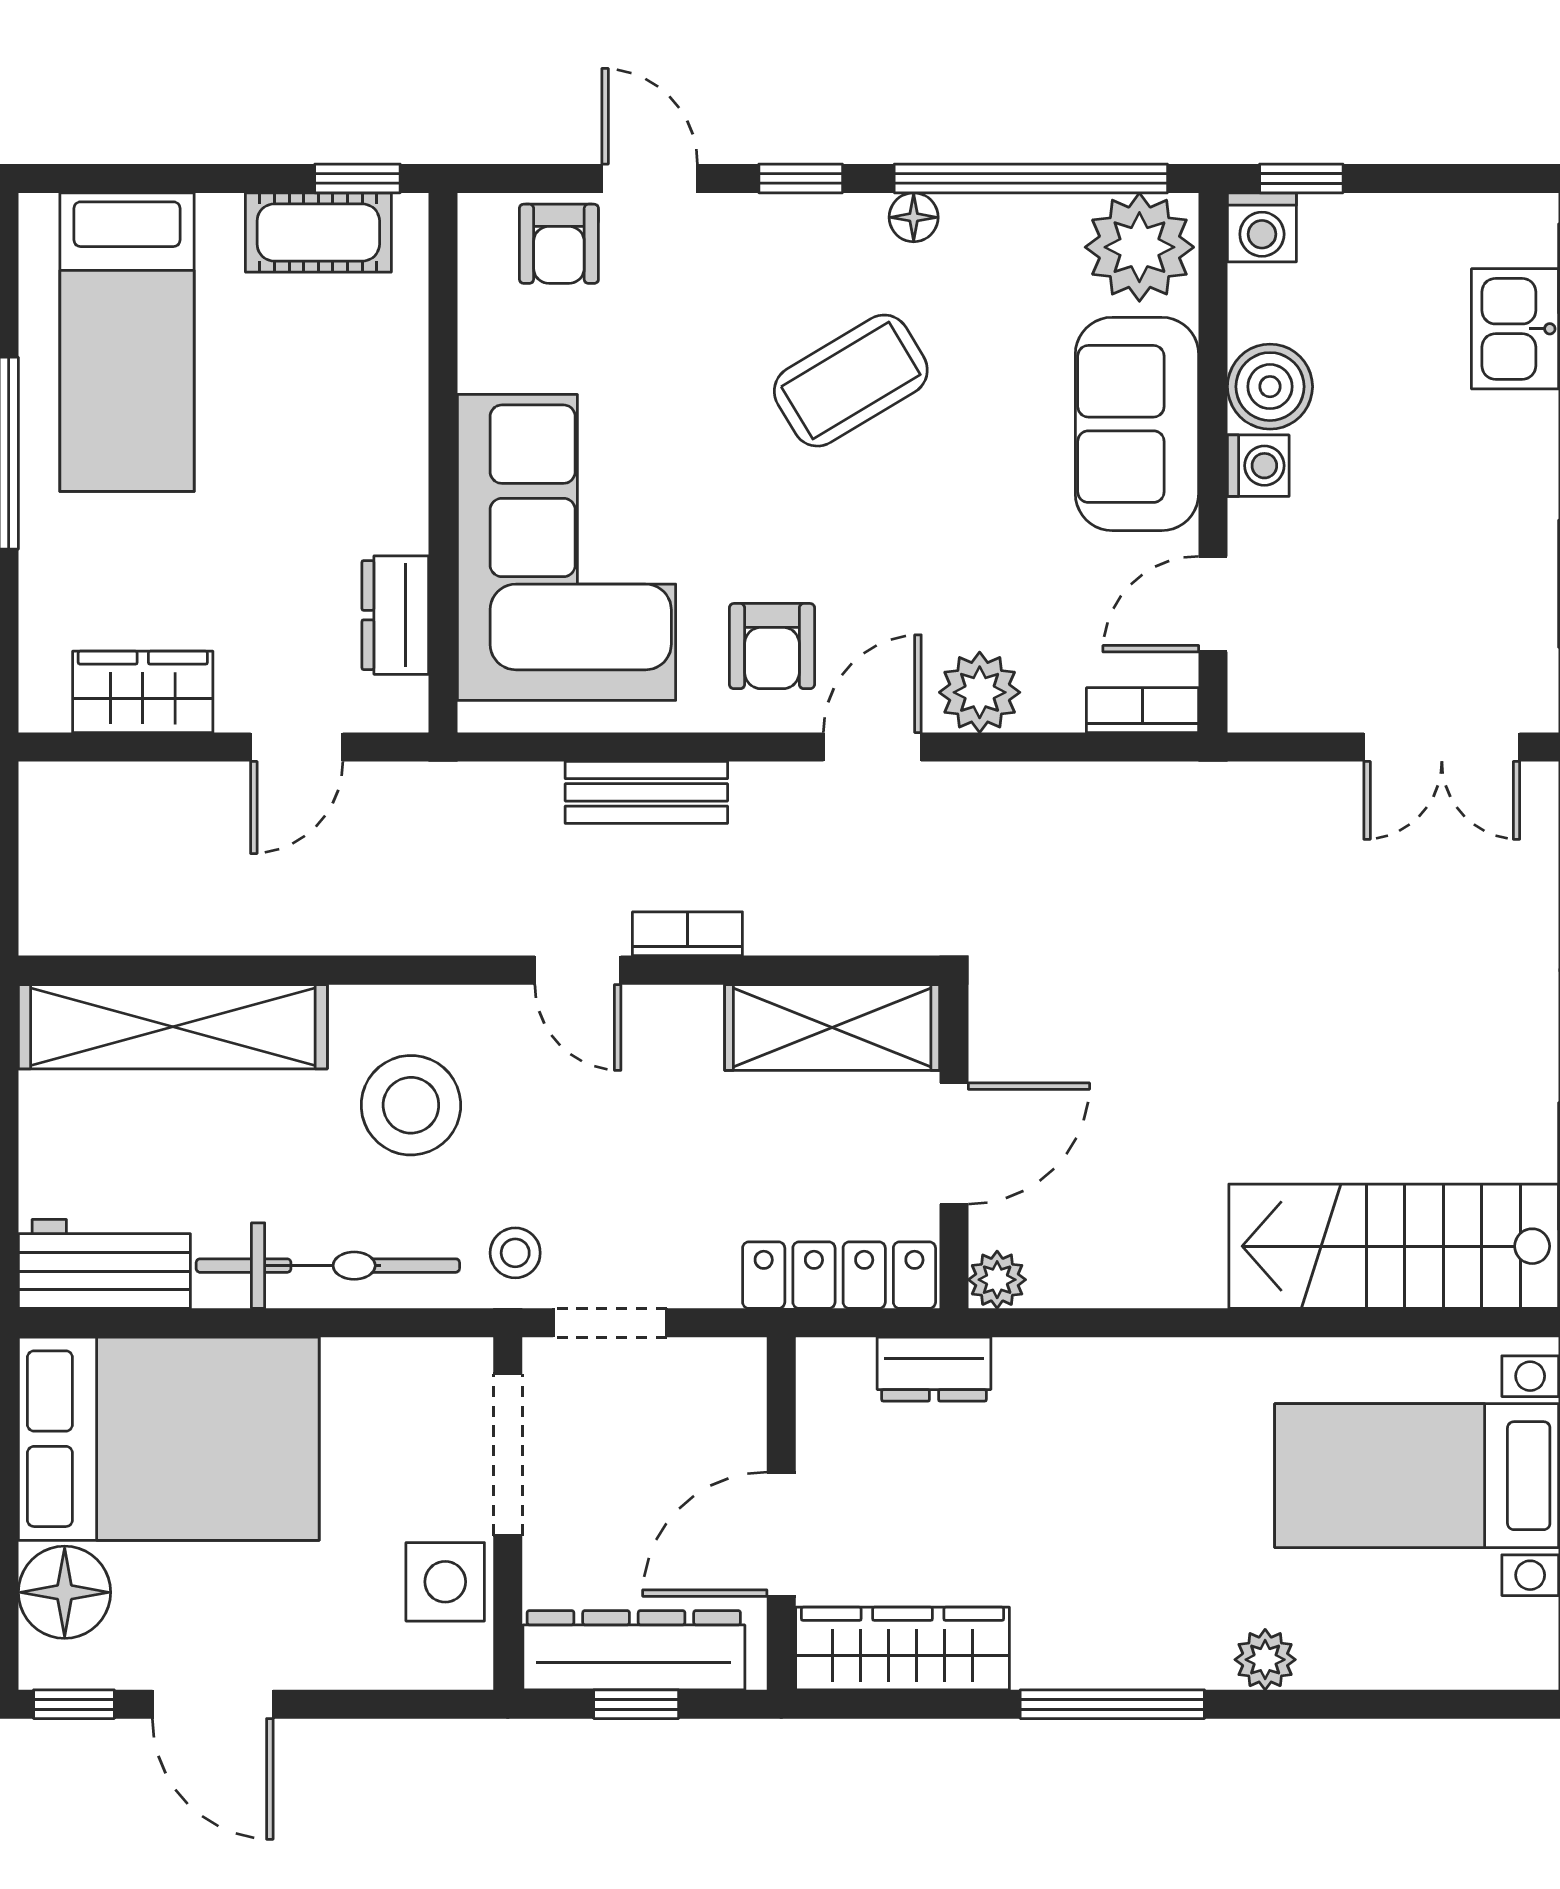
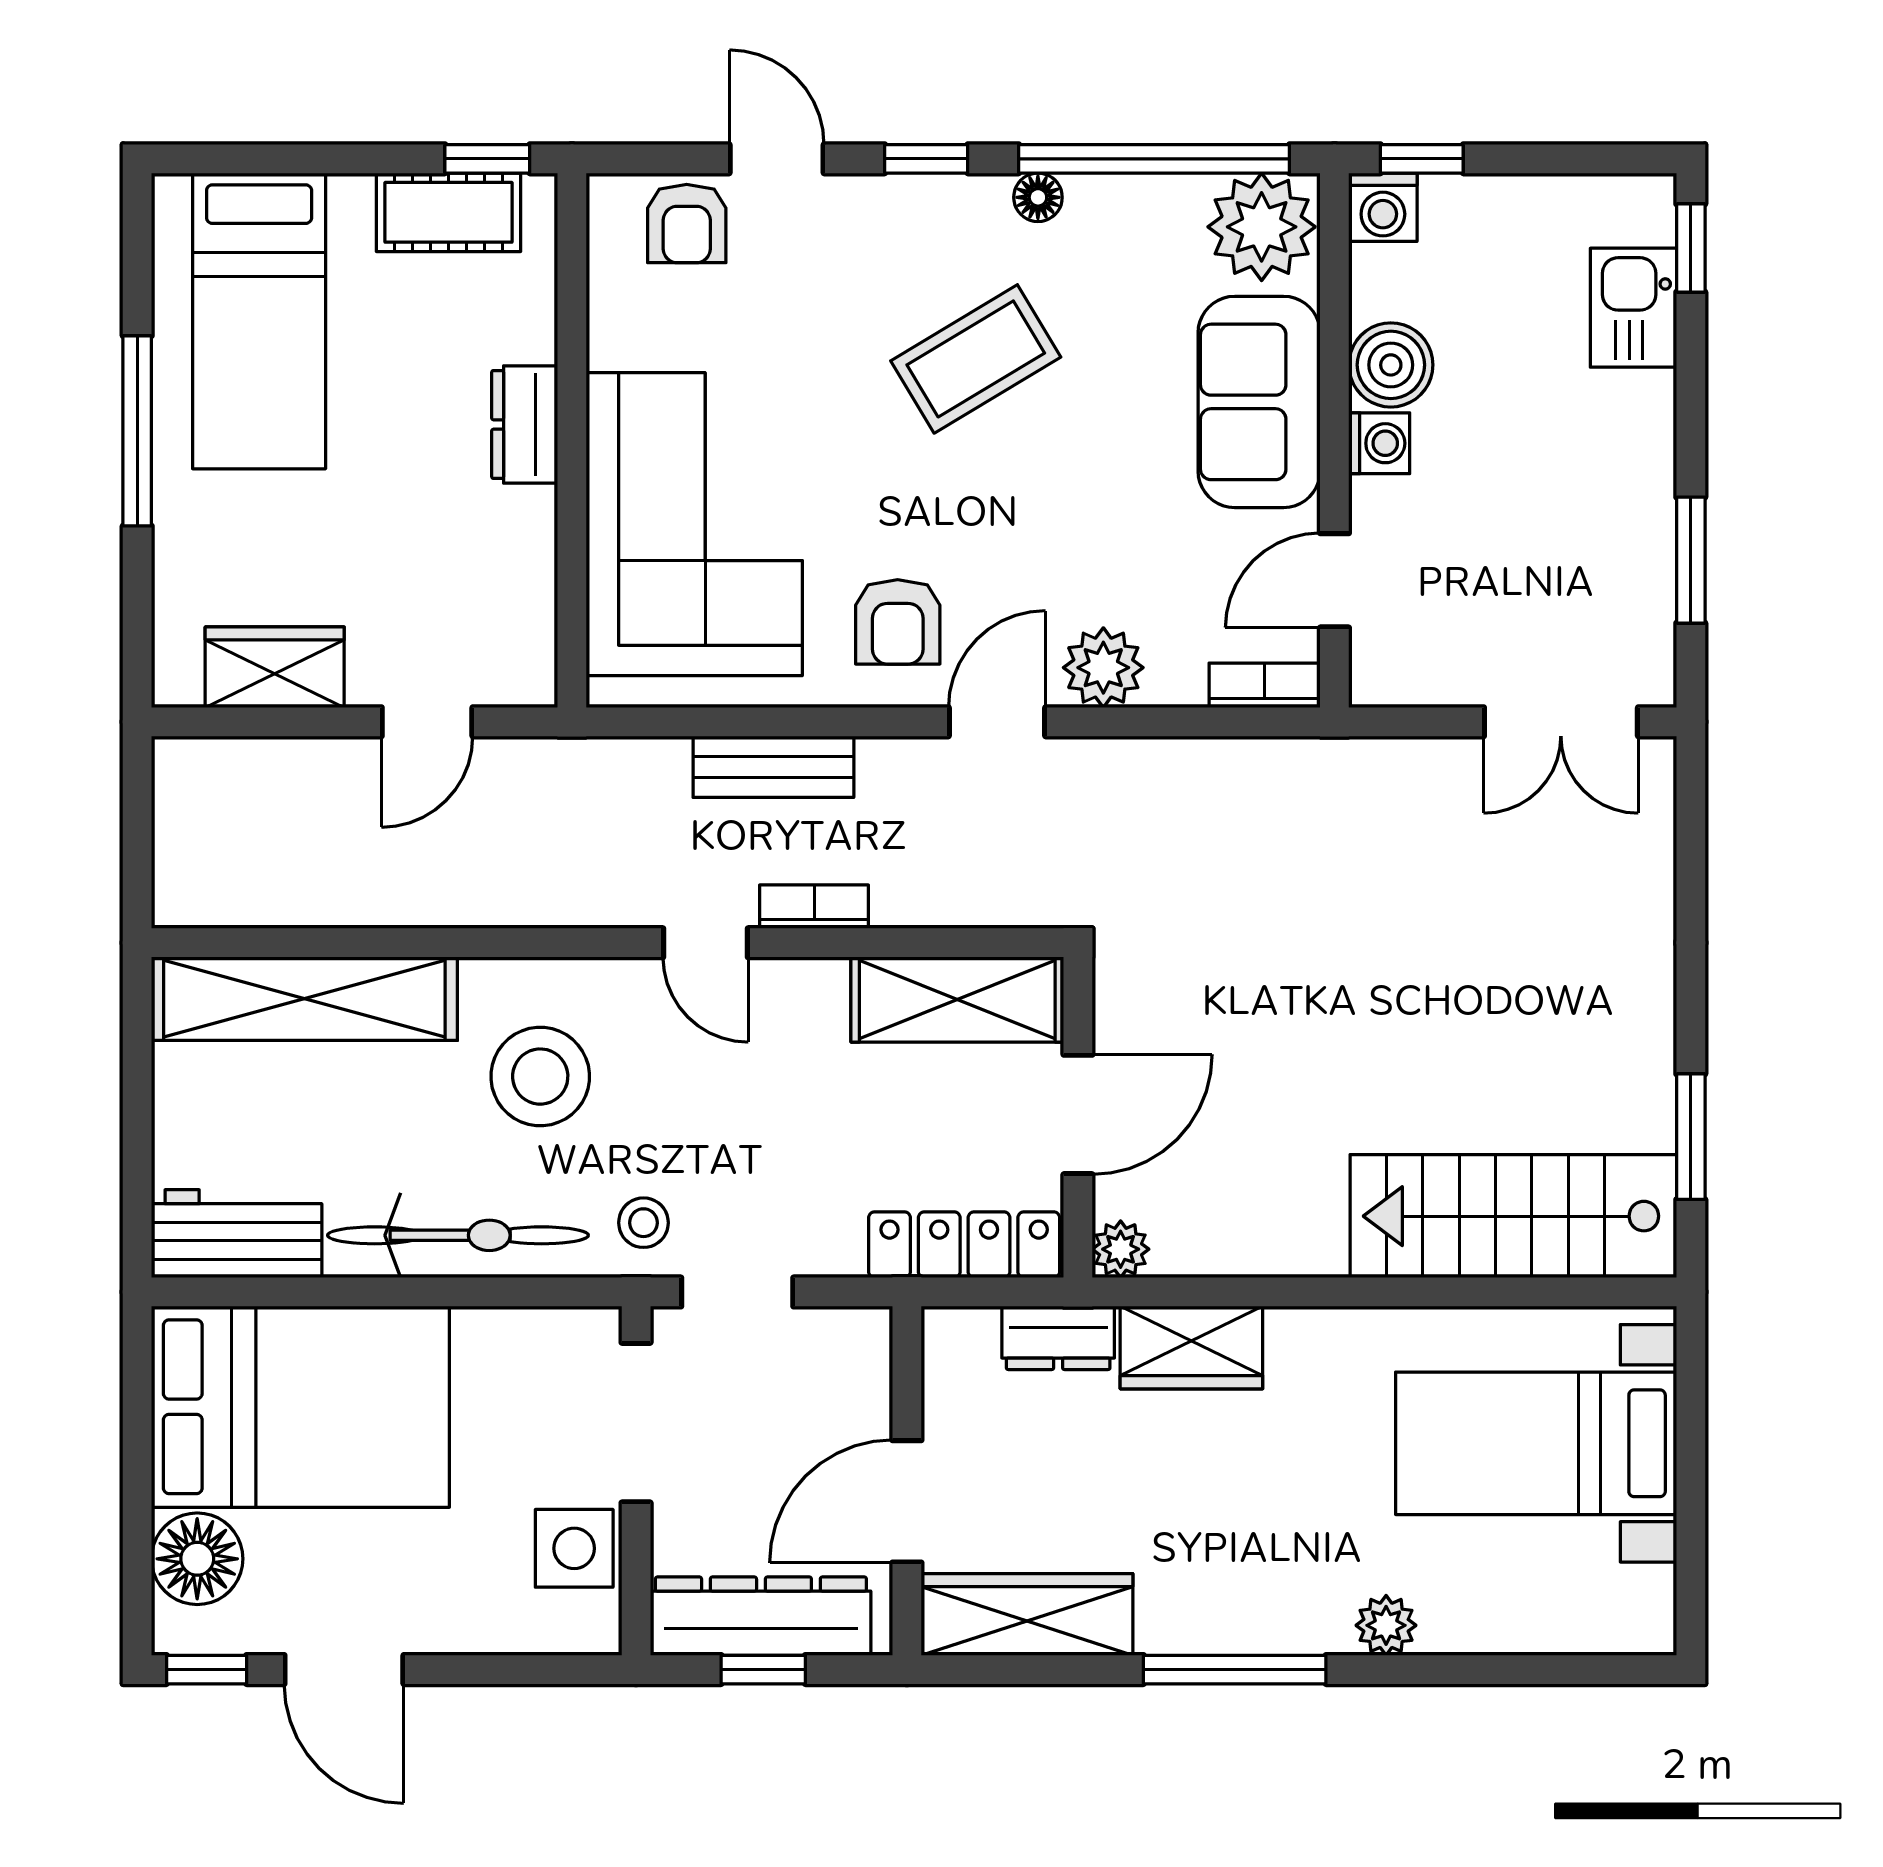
dresser: (395, 615) -> (525, 425), moved
wardrobe: (1069, 1379) -> (1191, 1348), added

